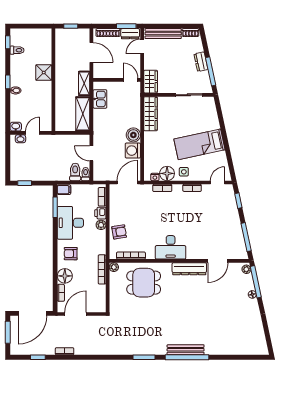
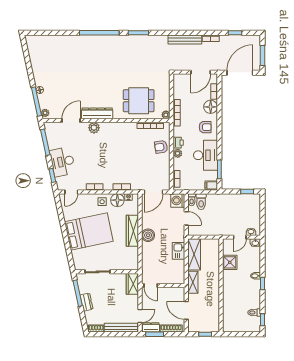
shower: (44, 73) -> (230, 262), moved
kitchen sink: (100, 99) -> (179, 251), moved
wardrobe: (151, 114) -> (132, 231), moved
bed: (199, 144) -> (89, 232), width x1.50
washing machine: (133, 151) -> (178, 200), moved, turned 180
printer: (100, 213) -> (178, 143), moved
desk: (171, 247) -> (63, 162), moved, turned -102
plant: (193, 253) -> (94, 128), added
bench: (186, 350) -> (185, 40), moved

